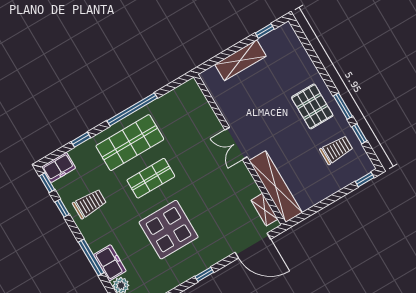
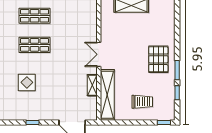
shop shelf: (130, 143) -> (35, 16), width x0.70, depth x0.74
trolley: (336, 150) -> (142, 102), moved
shelving: (264, 210) -> (92, 85), moved
display table: (169, 230) -> (27, 82), width x0.54, depth x0.54

